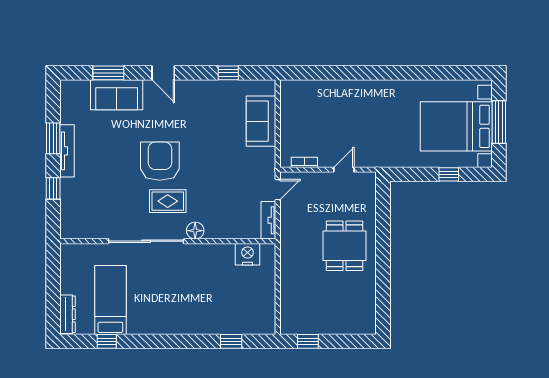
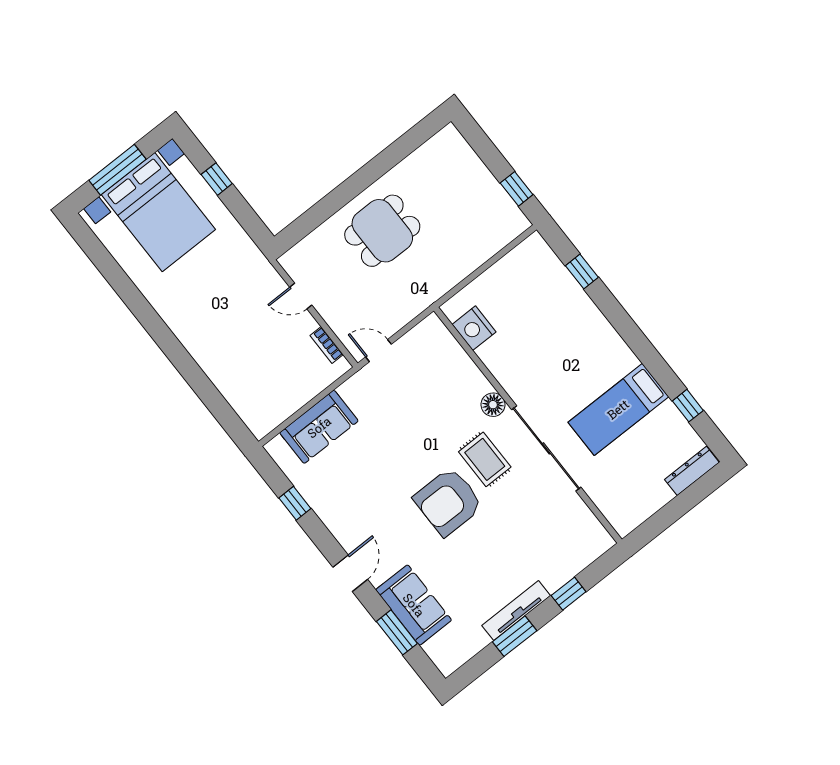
tv unit: (268, 220) -> (420, 334), removed
bed: (110, 300) -> (618, 409), moved

